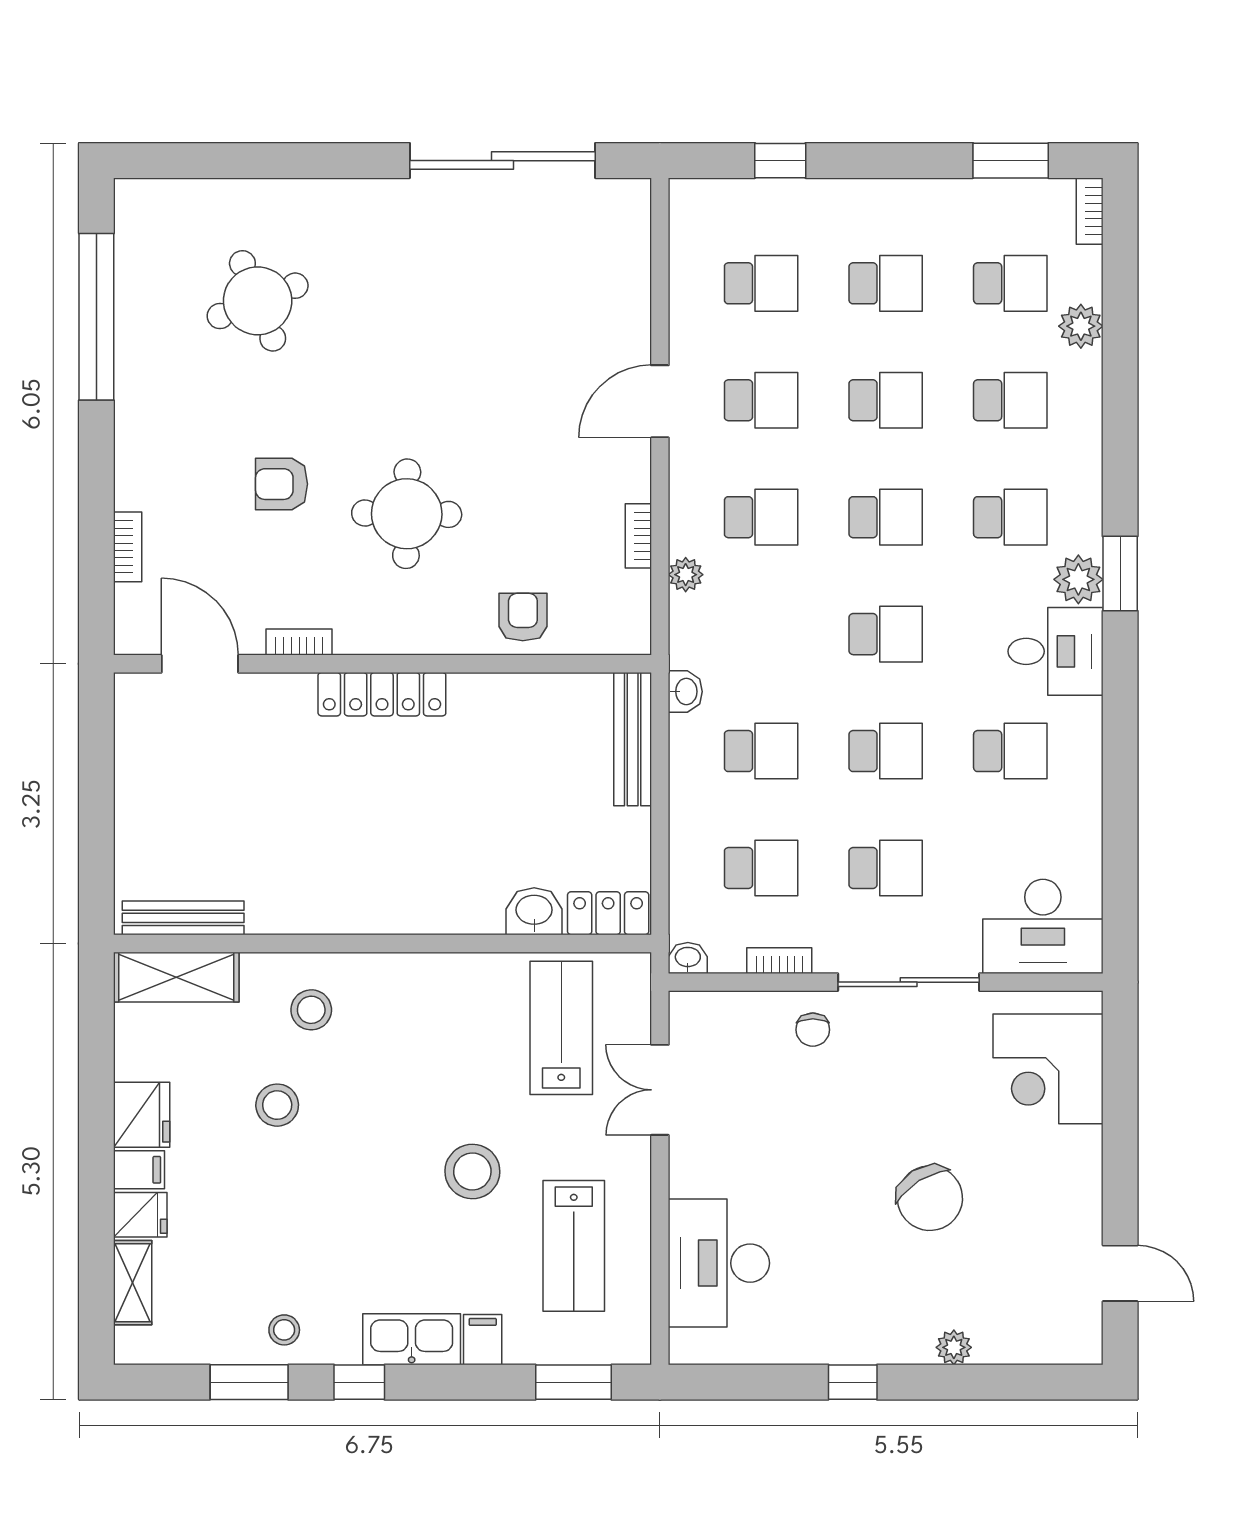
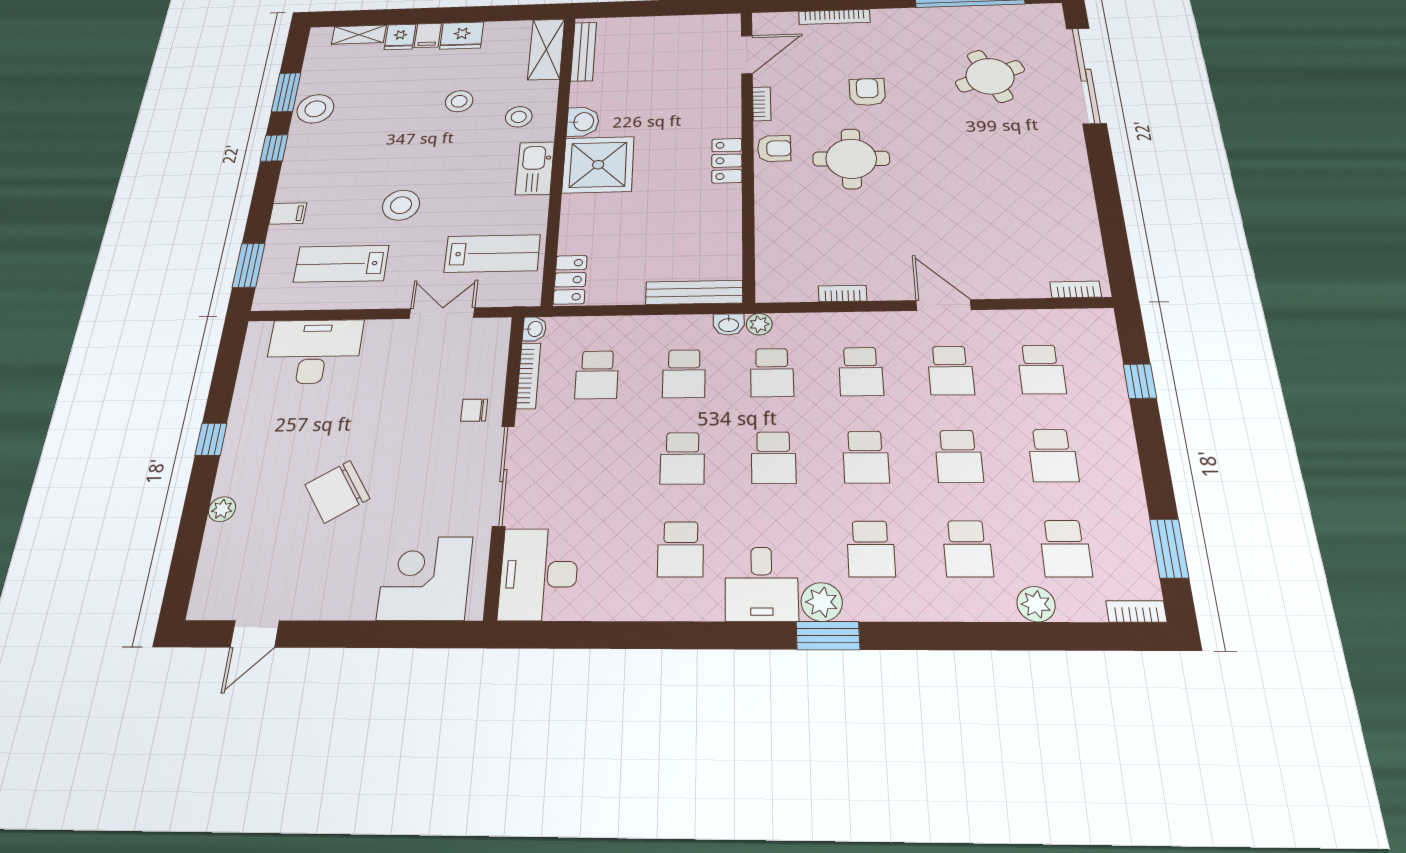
sliding door: (502, 161) -> (1086, 75), moved
bookcase: (638, 224) -> (1076, 289), added
bookcase: (128, 547) -> (834, 17), width x1.56
plant: (686, 575) -> (759, 324), moved
armchair: (523, 617) -> (774, 148), moved
locker: (382, 694) -> (727, 161), width x0.66
school desk: (886, 868) -> (772, 373), moved
shower: (406, 884) -> (598, 165), added
washbasin: (534, 911) -> (583, 122), moved
bookcase: (779, 961) -> (529, 376), width x1.56
stool: (284, 1330) -> (315, 109), width x1.89, depth x1.89
kitchen sink: (412, 1339) -> (535, 168), moved, turned 180

